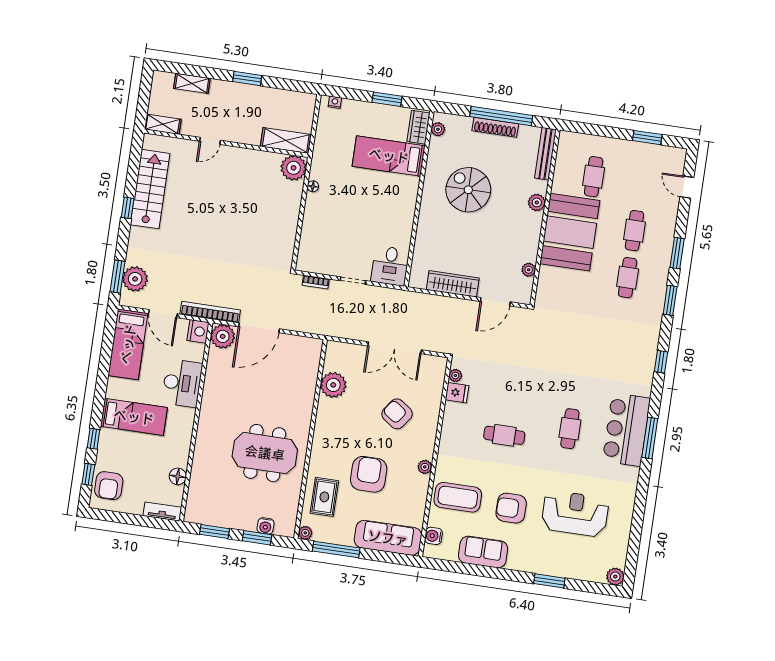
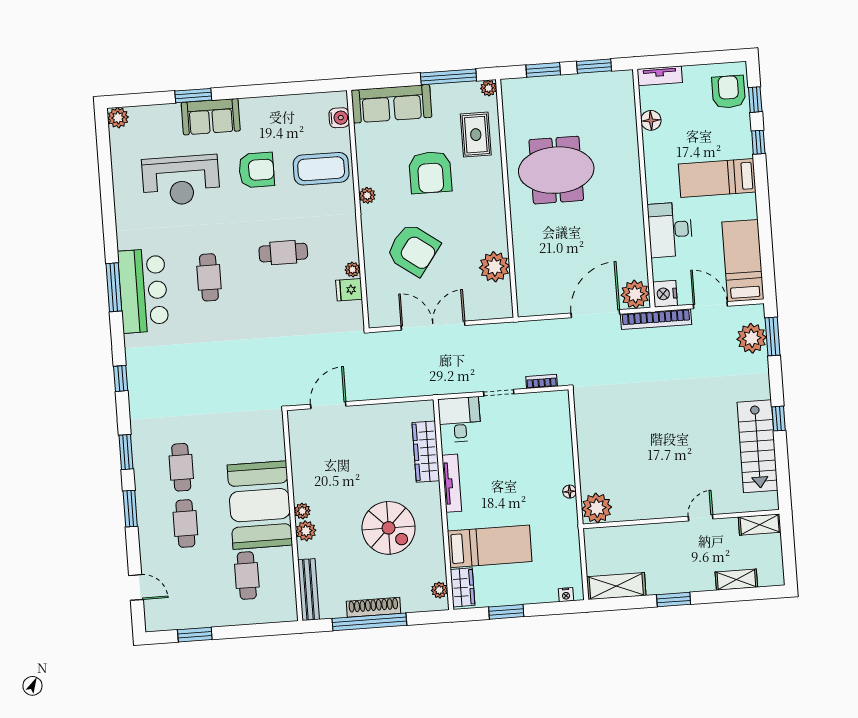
shelving: (286, 140) -> (616, 586), moved
tv unit: (408, 215) -> (452, 483), added
plant: (529, 270) -> (302, 511), moved
wardrobe: (453, 284) -> (426, 452), moved, turned 90
plant: (455, 376) -> (353, 270), moved
armchair: (397, 414) -> (413, 250), width x1.36, depth x1.36
water cooler: (266, 526) -> (536, 86), removed
sofa: (483, 552) -> (211, 117), moved

